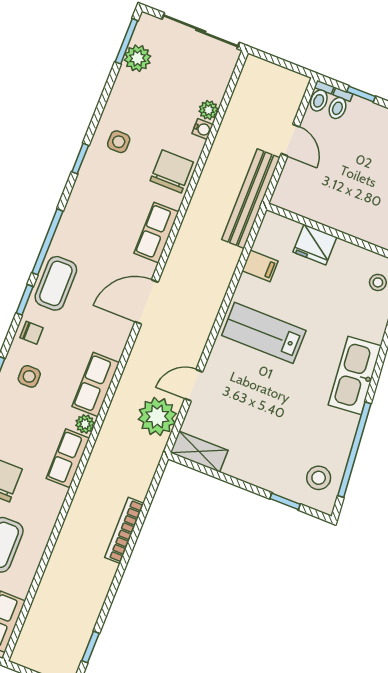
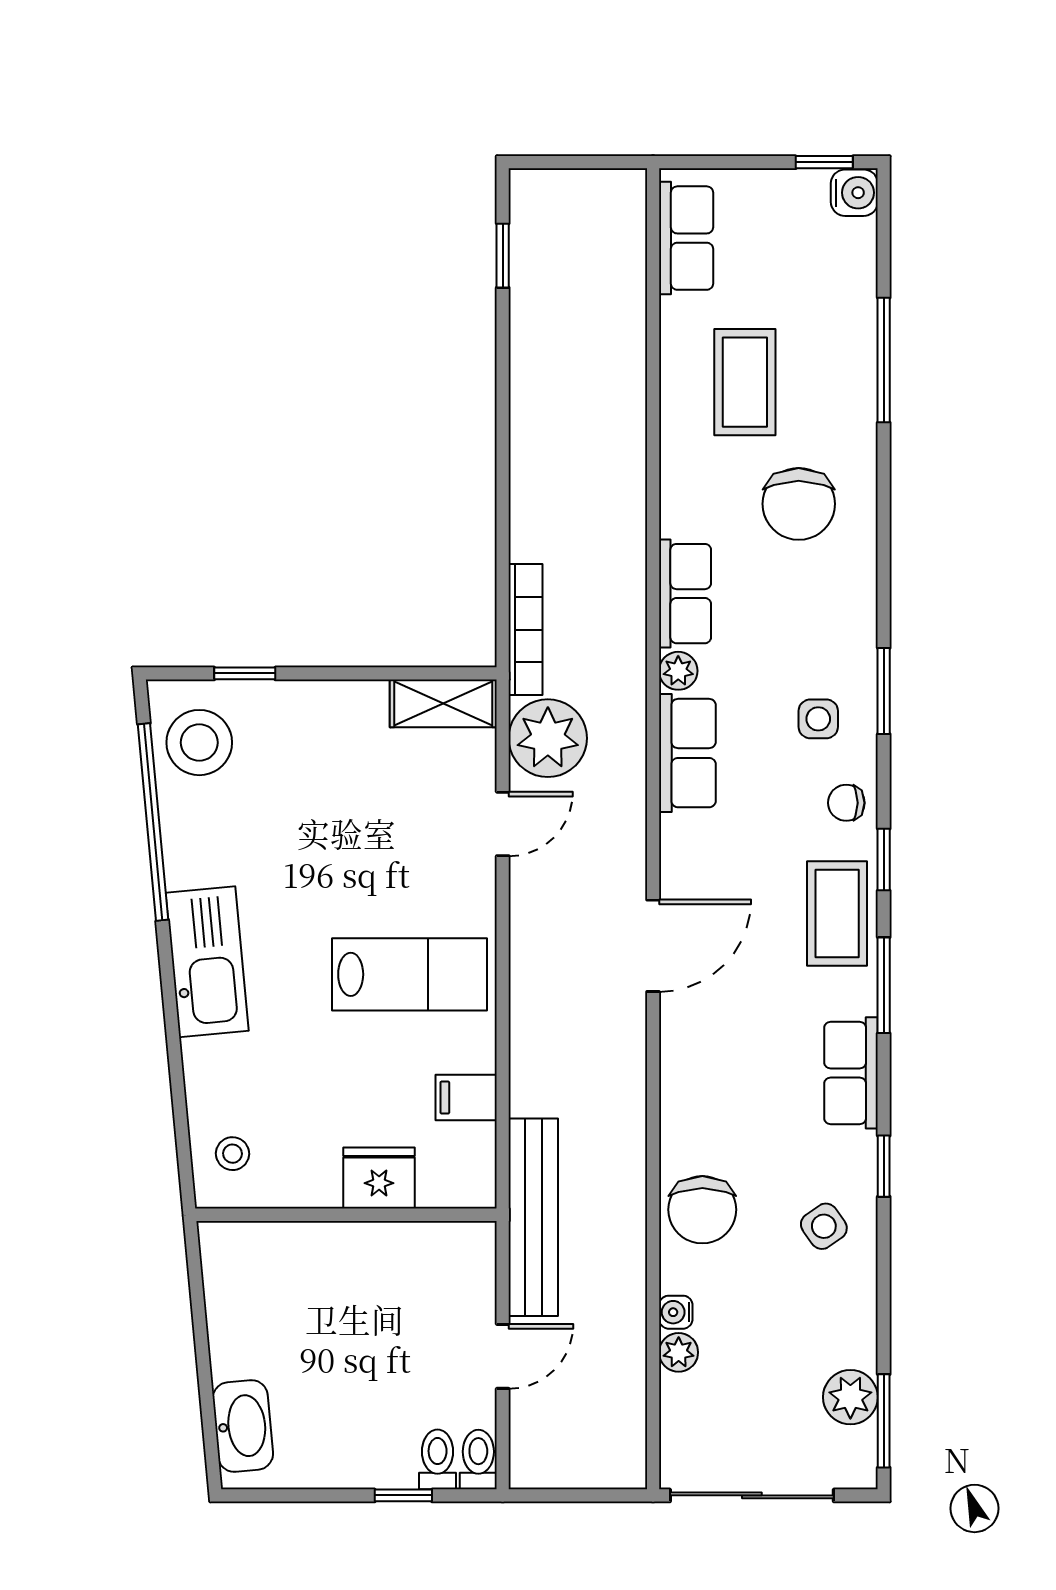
door: (290, 140) -> (503, 1356), swing flipped
side table: (119, 142) -> (824, 1226), turned -35
row of seats: (156, 233) -> (851, 1073), moved, turned 180
window: (47, 242) -> (884, 985), width x0.69
stool: (319, 478) -> (199, 743), width x1.38, depth x1.38
bookcase: (124, 530) -> (526, 630), moved

